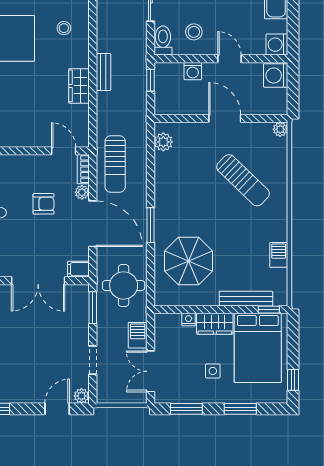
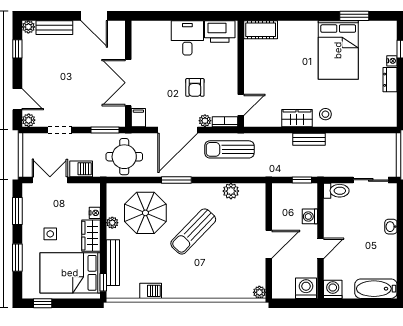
stool: (64, 28) -> (325, 114), moved
stool: (194, 32) -> (344, 217), removed
plant: (163, 142) -> (231, 191), moved
sun lounger: (243, 180) -> (193, 231), moved
plant: (200, 299) -> (112, 223), added

